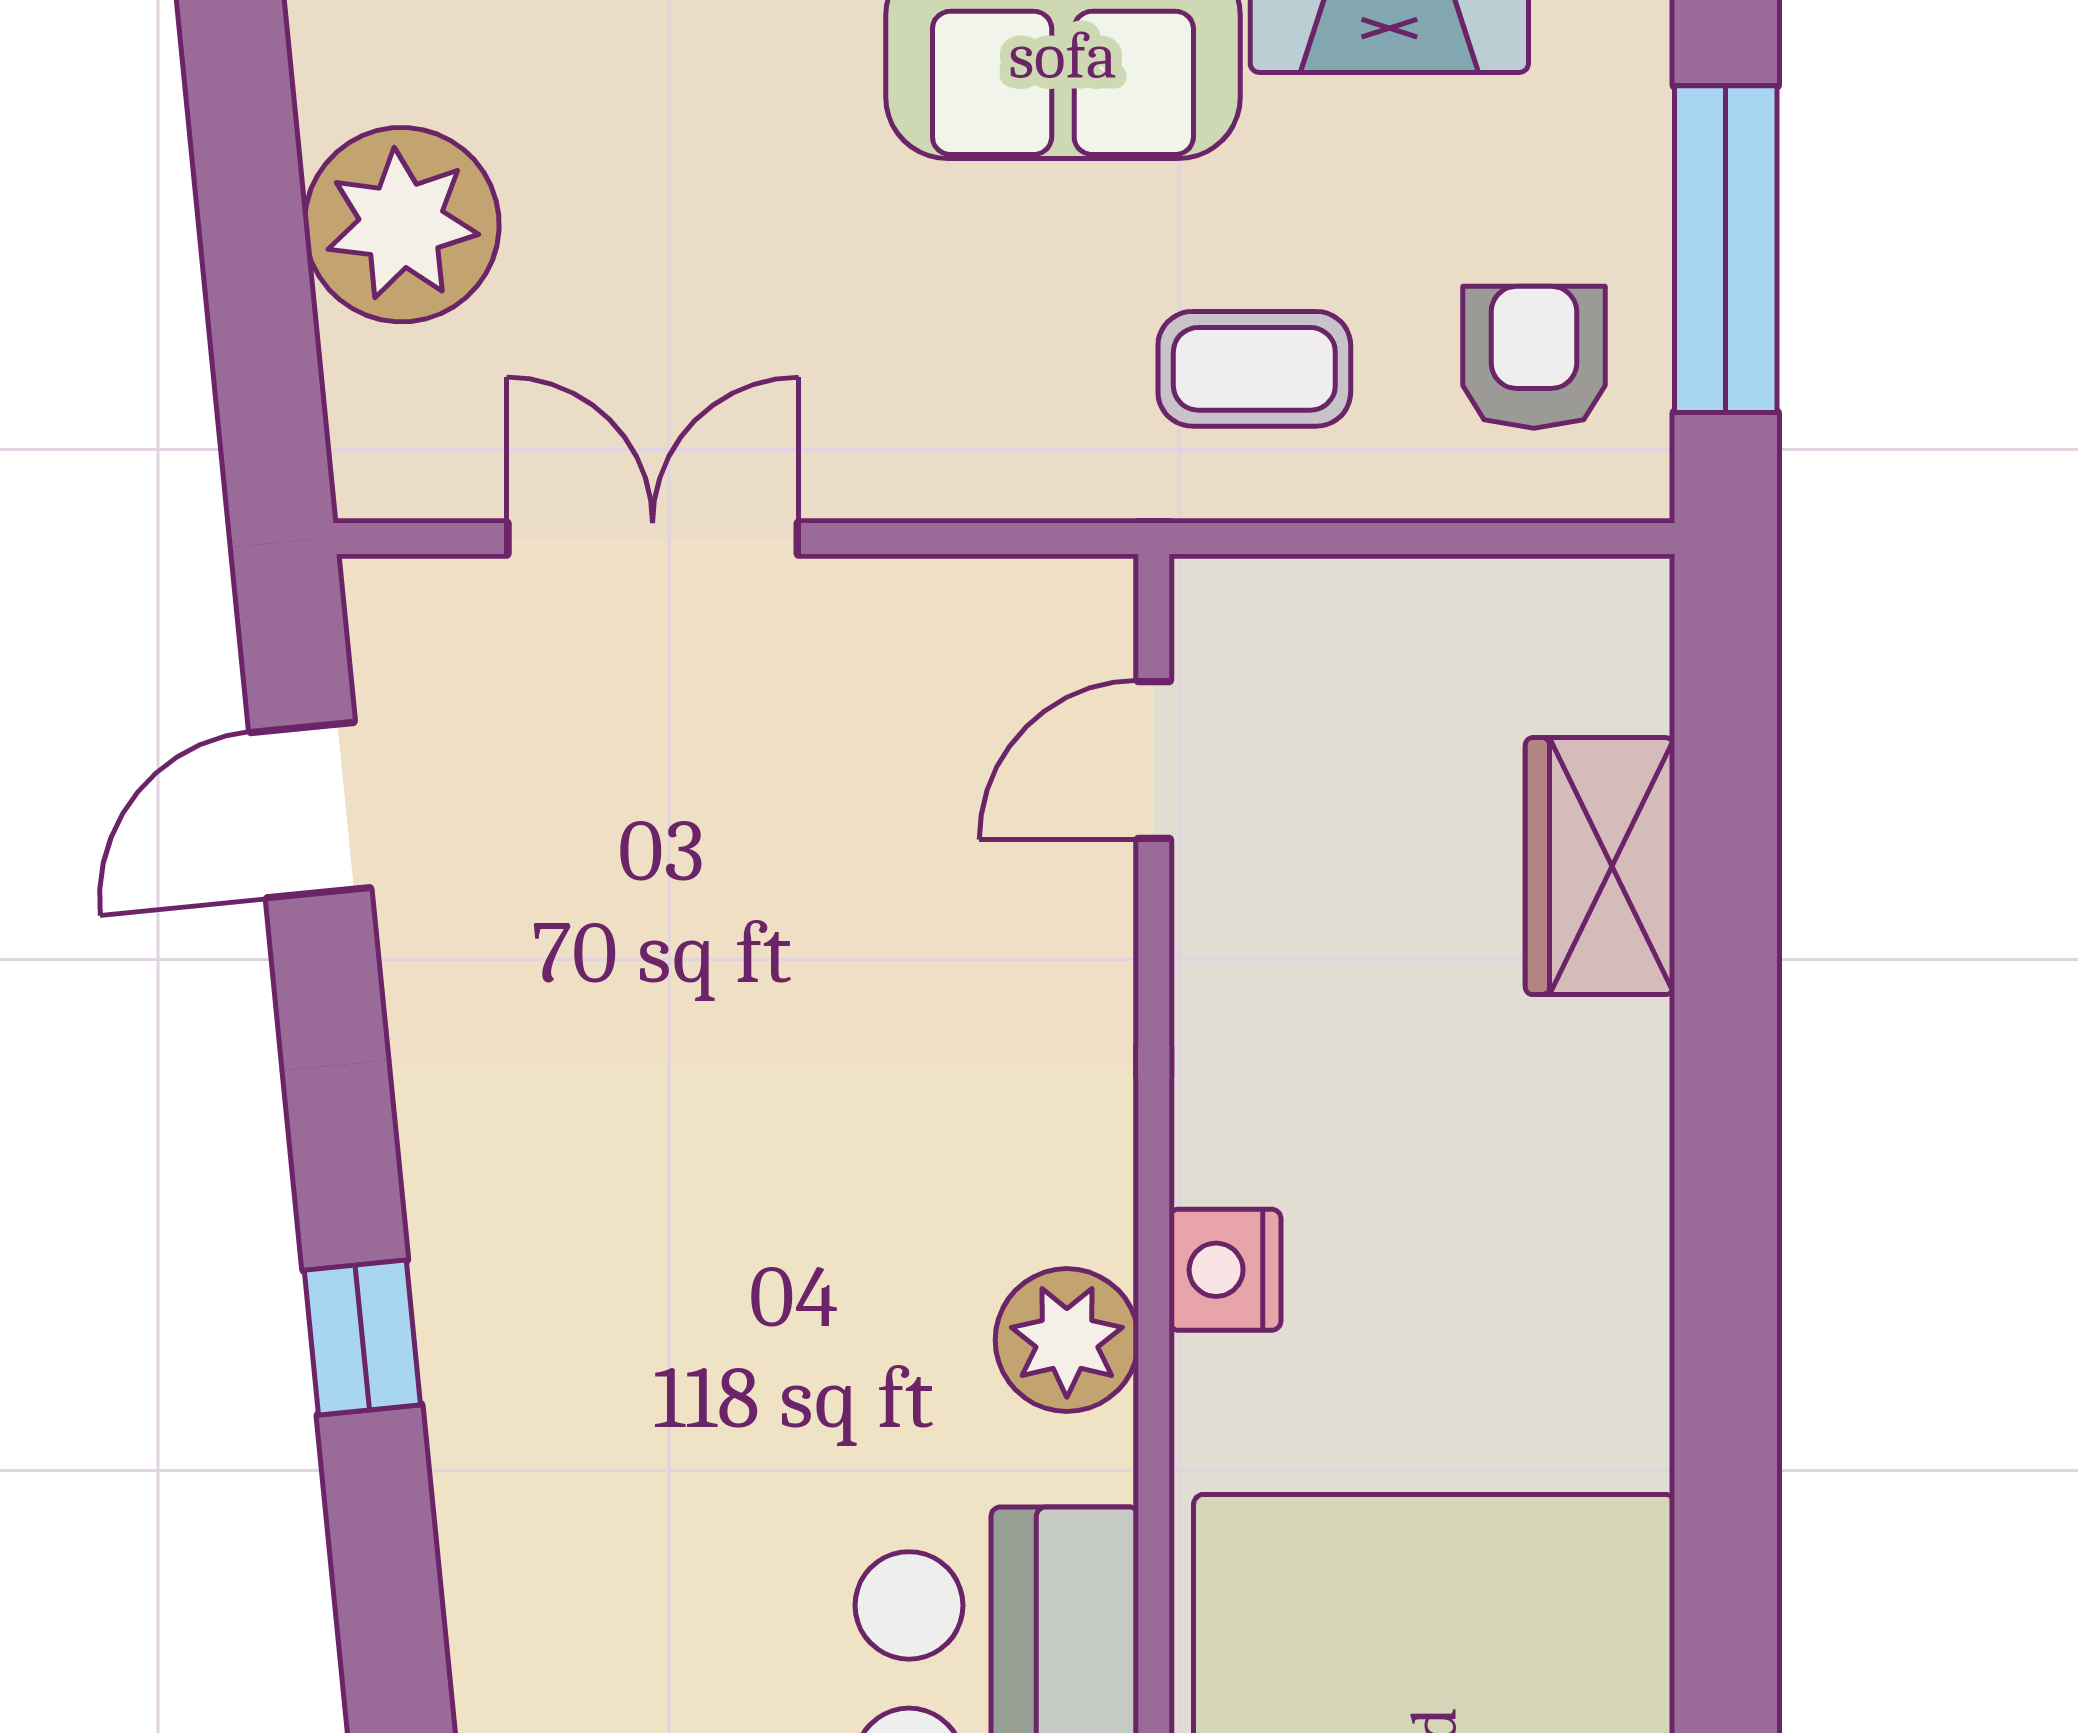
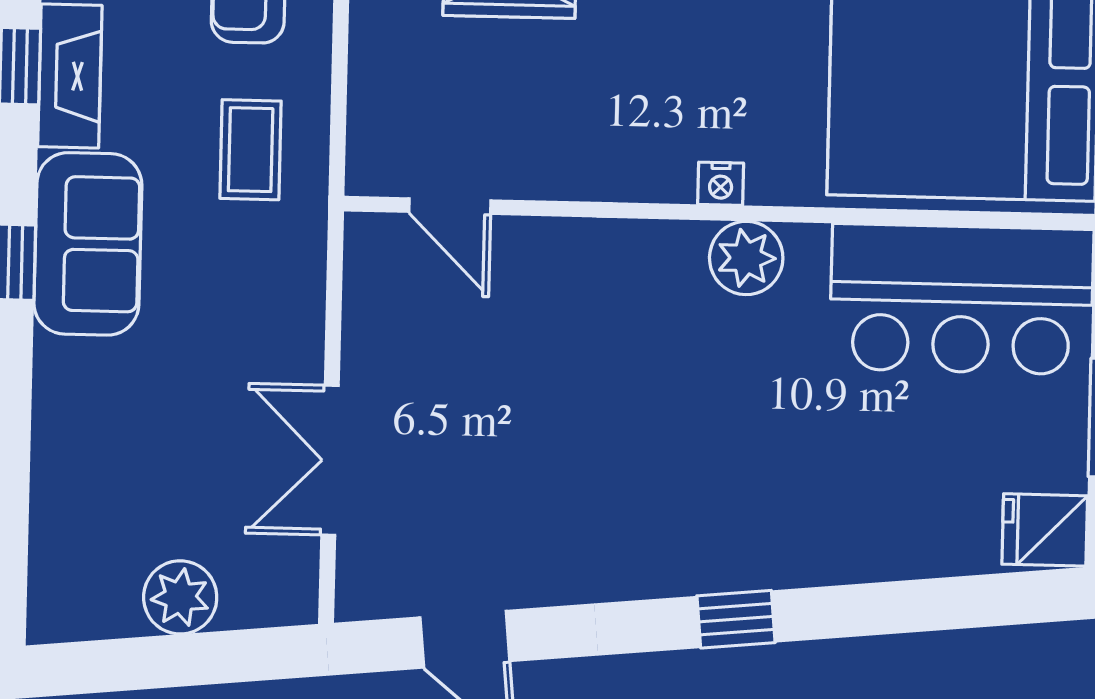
plant: (402, 225) -> (180, 597), width x0.73, depth x0.73
nightstand: (1225, 1270) -> (721, 184), width x0.72, depth x0.74

